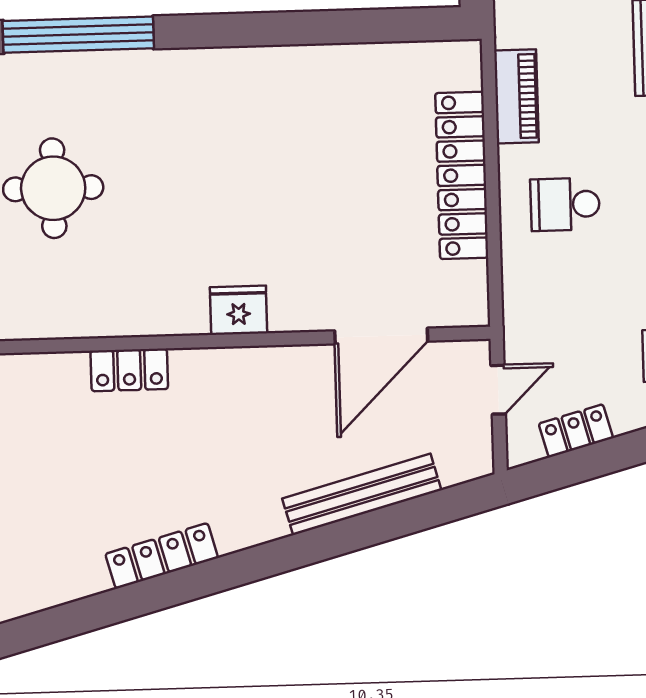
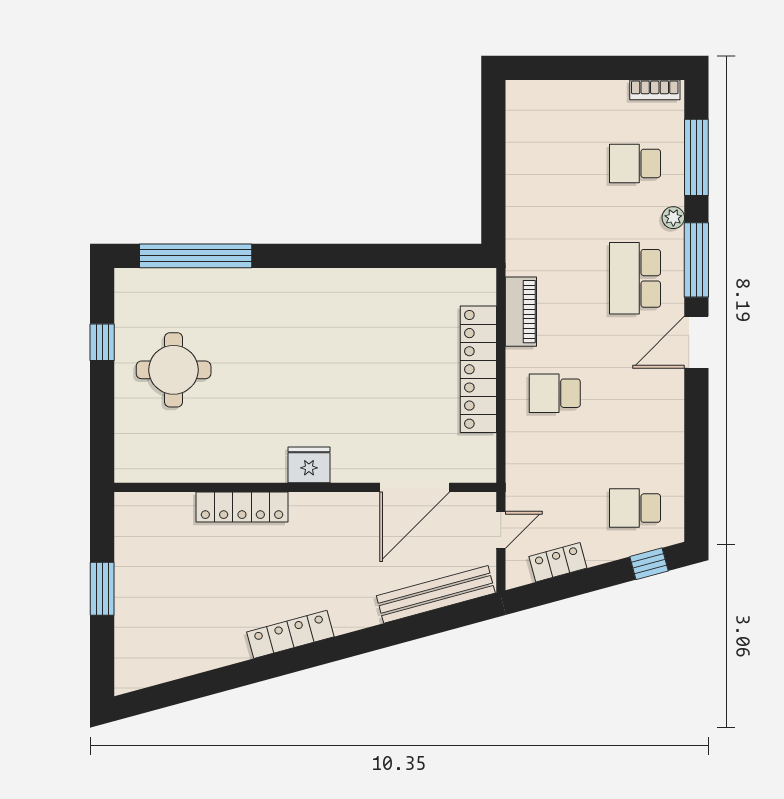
locker: (129, 370) -> (242, 507), width x1.53
bench: (362, 494) -> (436, 594), moved
locker: (162, 556) -> (290, 634), moved

